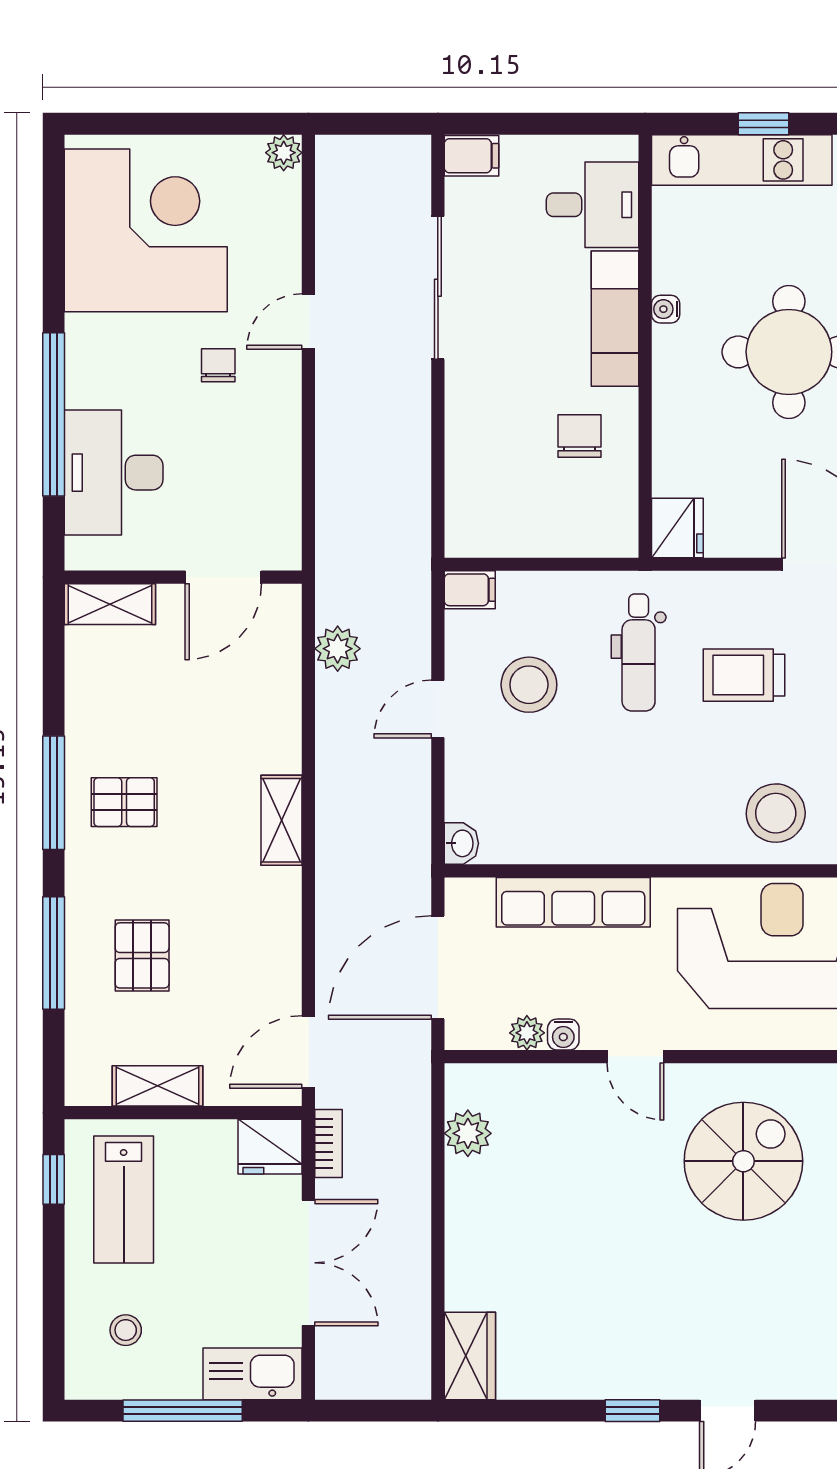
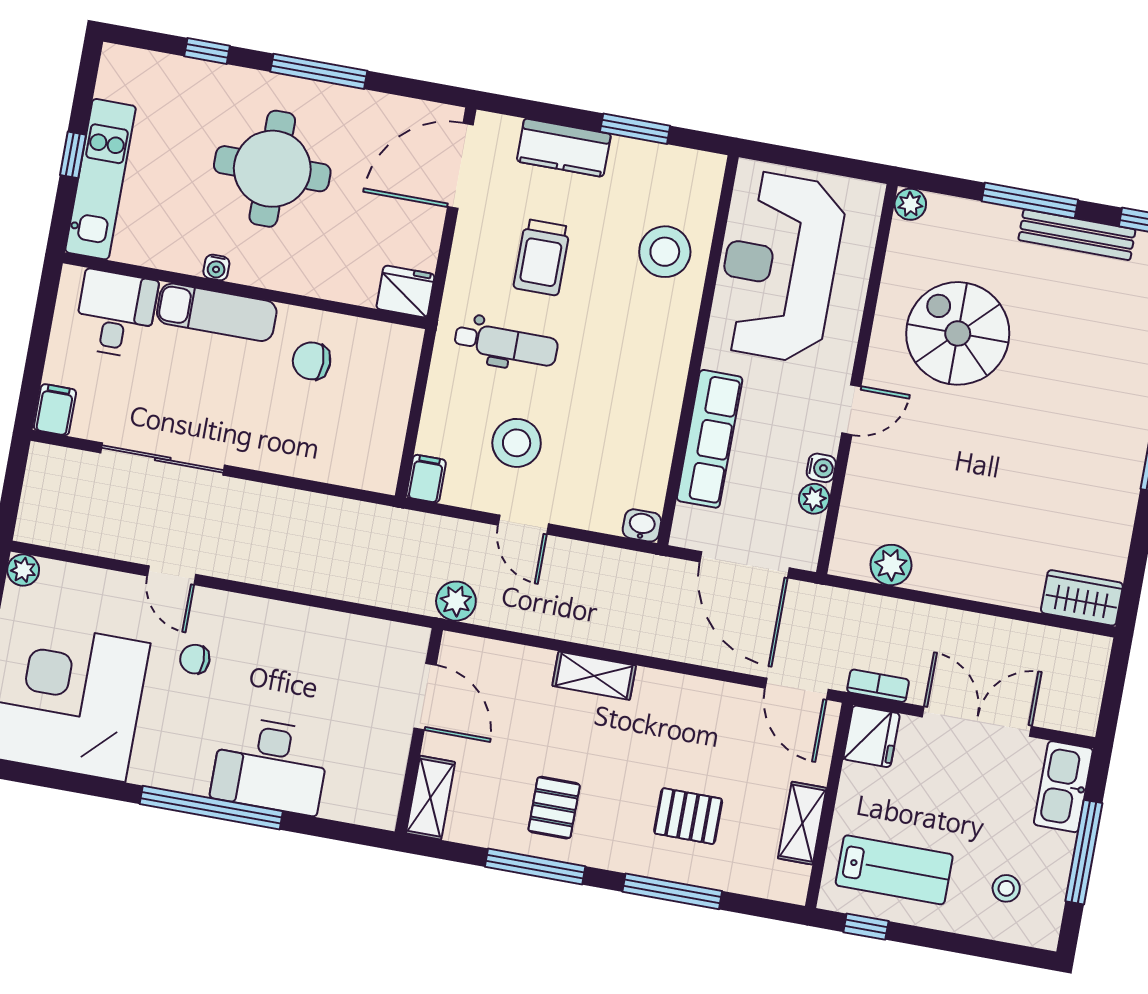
wall: (183, 577) -> (419, 731), moved
door: (223, 577) -> (425, 697), moved
shelving: (110, 604) -> (431, 798), moved

